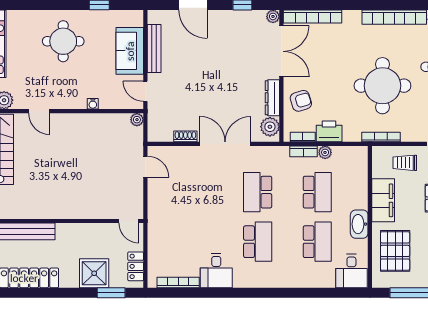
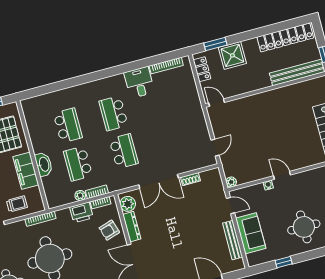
door: (39, 111) -> (282, 175), moved
door: (145, 167) -> (215, 148), swing flipped
washbasin: (359, 224) -> (44, 164), moved
school desk: (317, 242) -> (68, 125), turned 180
desk: (351, 271) -> (36, 110), removed

